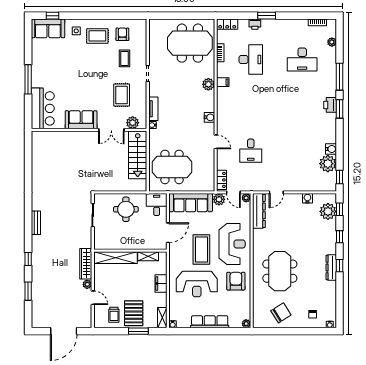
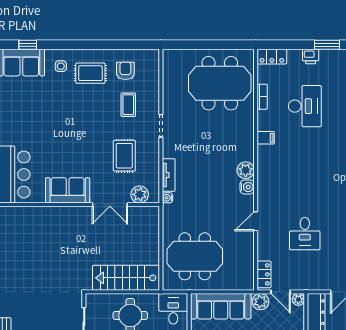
plant: (208, 84) -> (246, 170), moved
door: (216, 142) -> (256, 221), swing flipped
stairs: (138, 155) -> (126, 278), moved, turned 90

